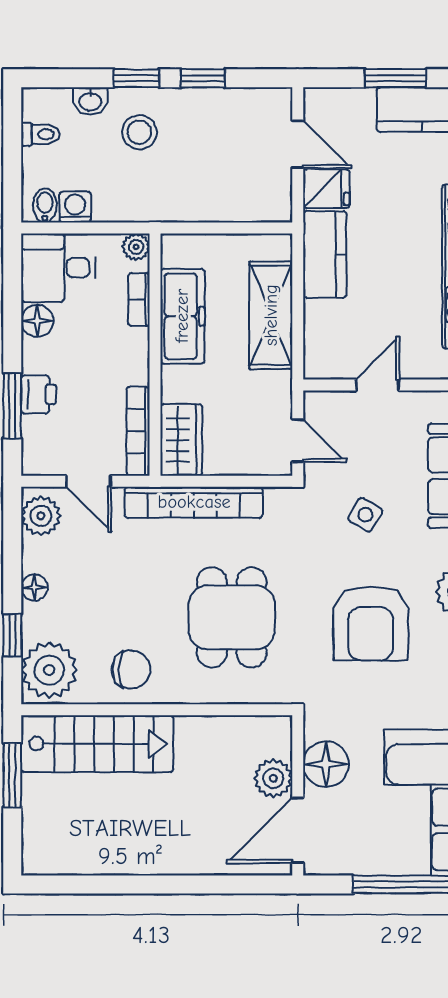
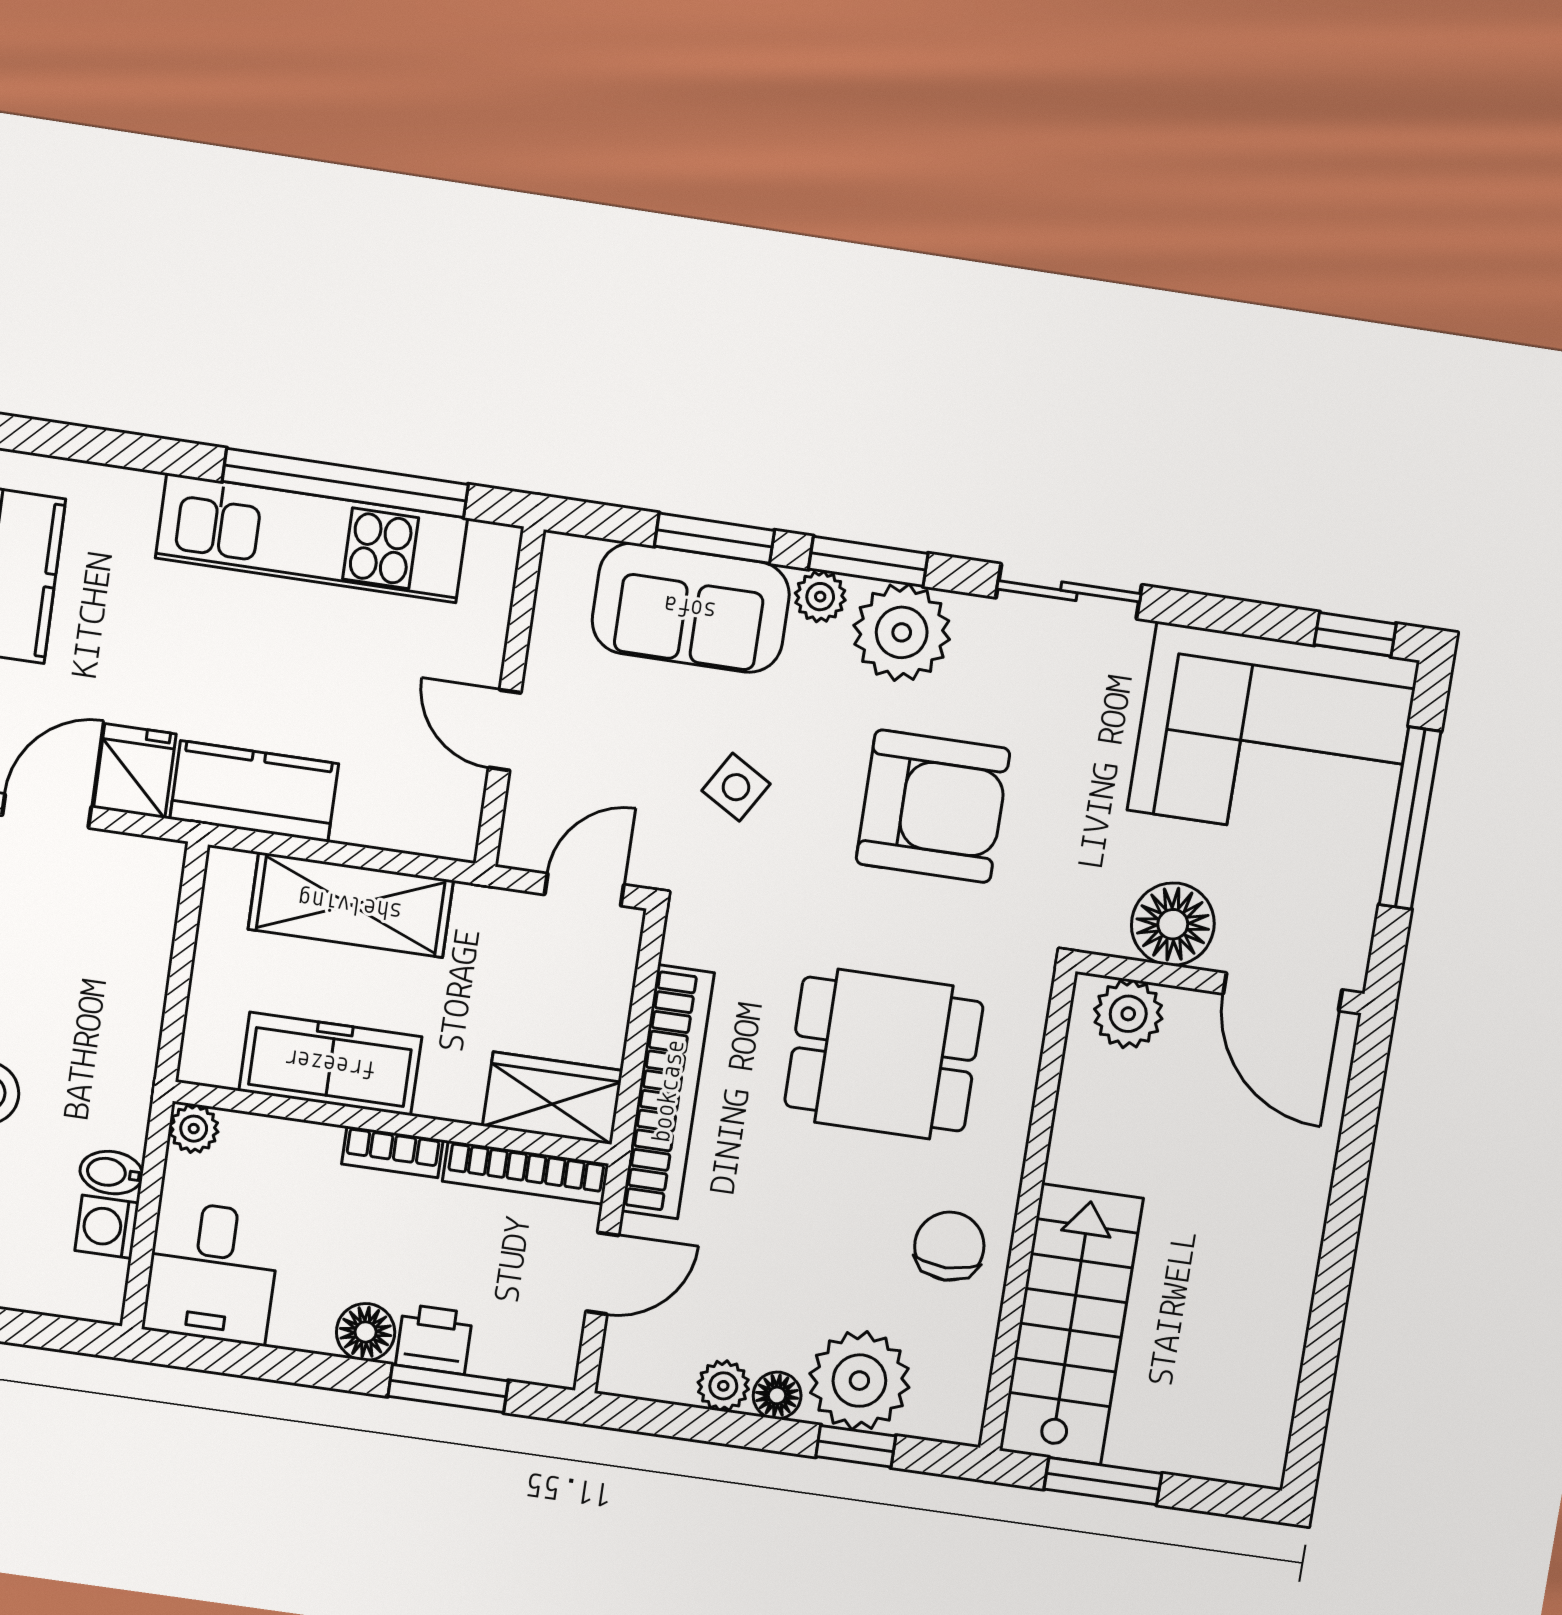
bidet: (45, 205) -> (111, 1173), moved
bookcase: (139, 300) -> (392, 1152), moved
floor lamp: (37, 321) -> (366, 1332), moved
plant: (41, 516) -> (723, 1386), moved, width x0.73, depth x0.73
plant: (49, 670) -> (859, 1381), moved
plant: (273, 778) -> (1128, 1014), moved

